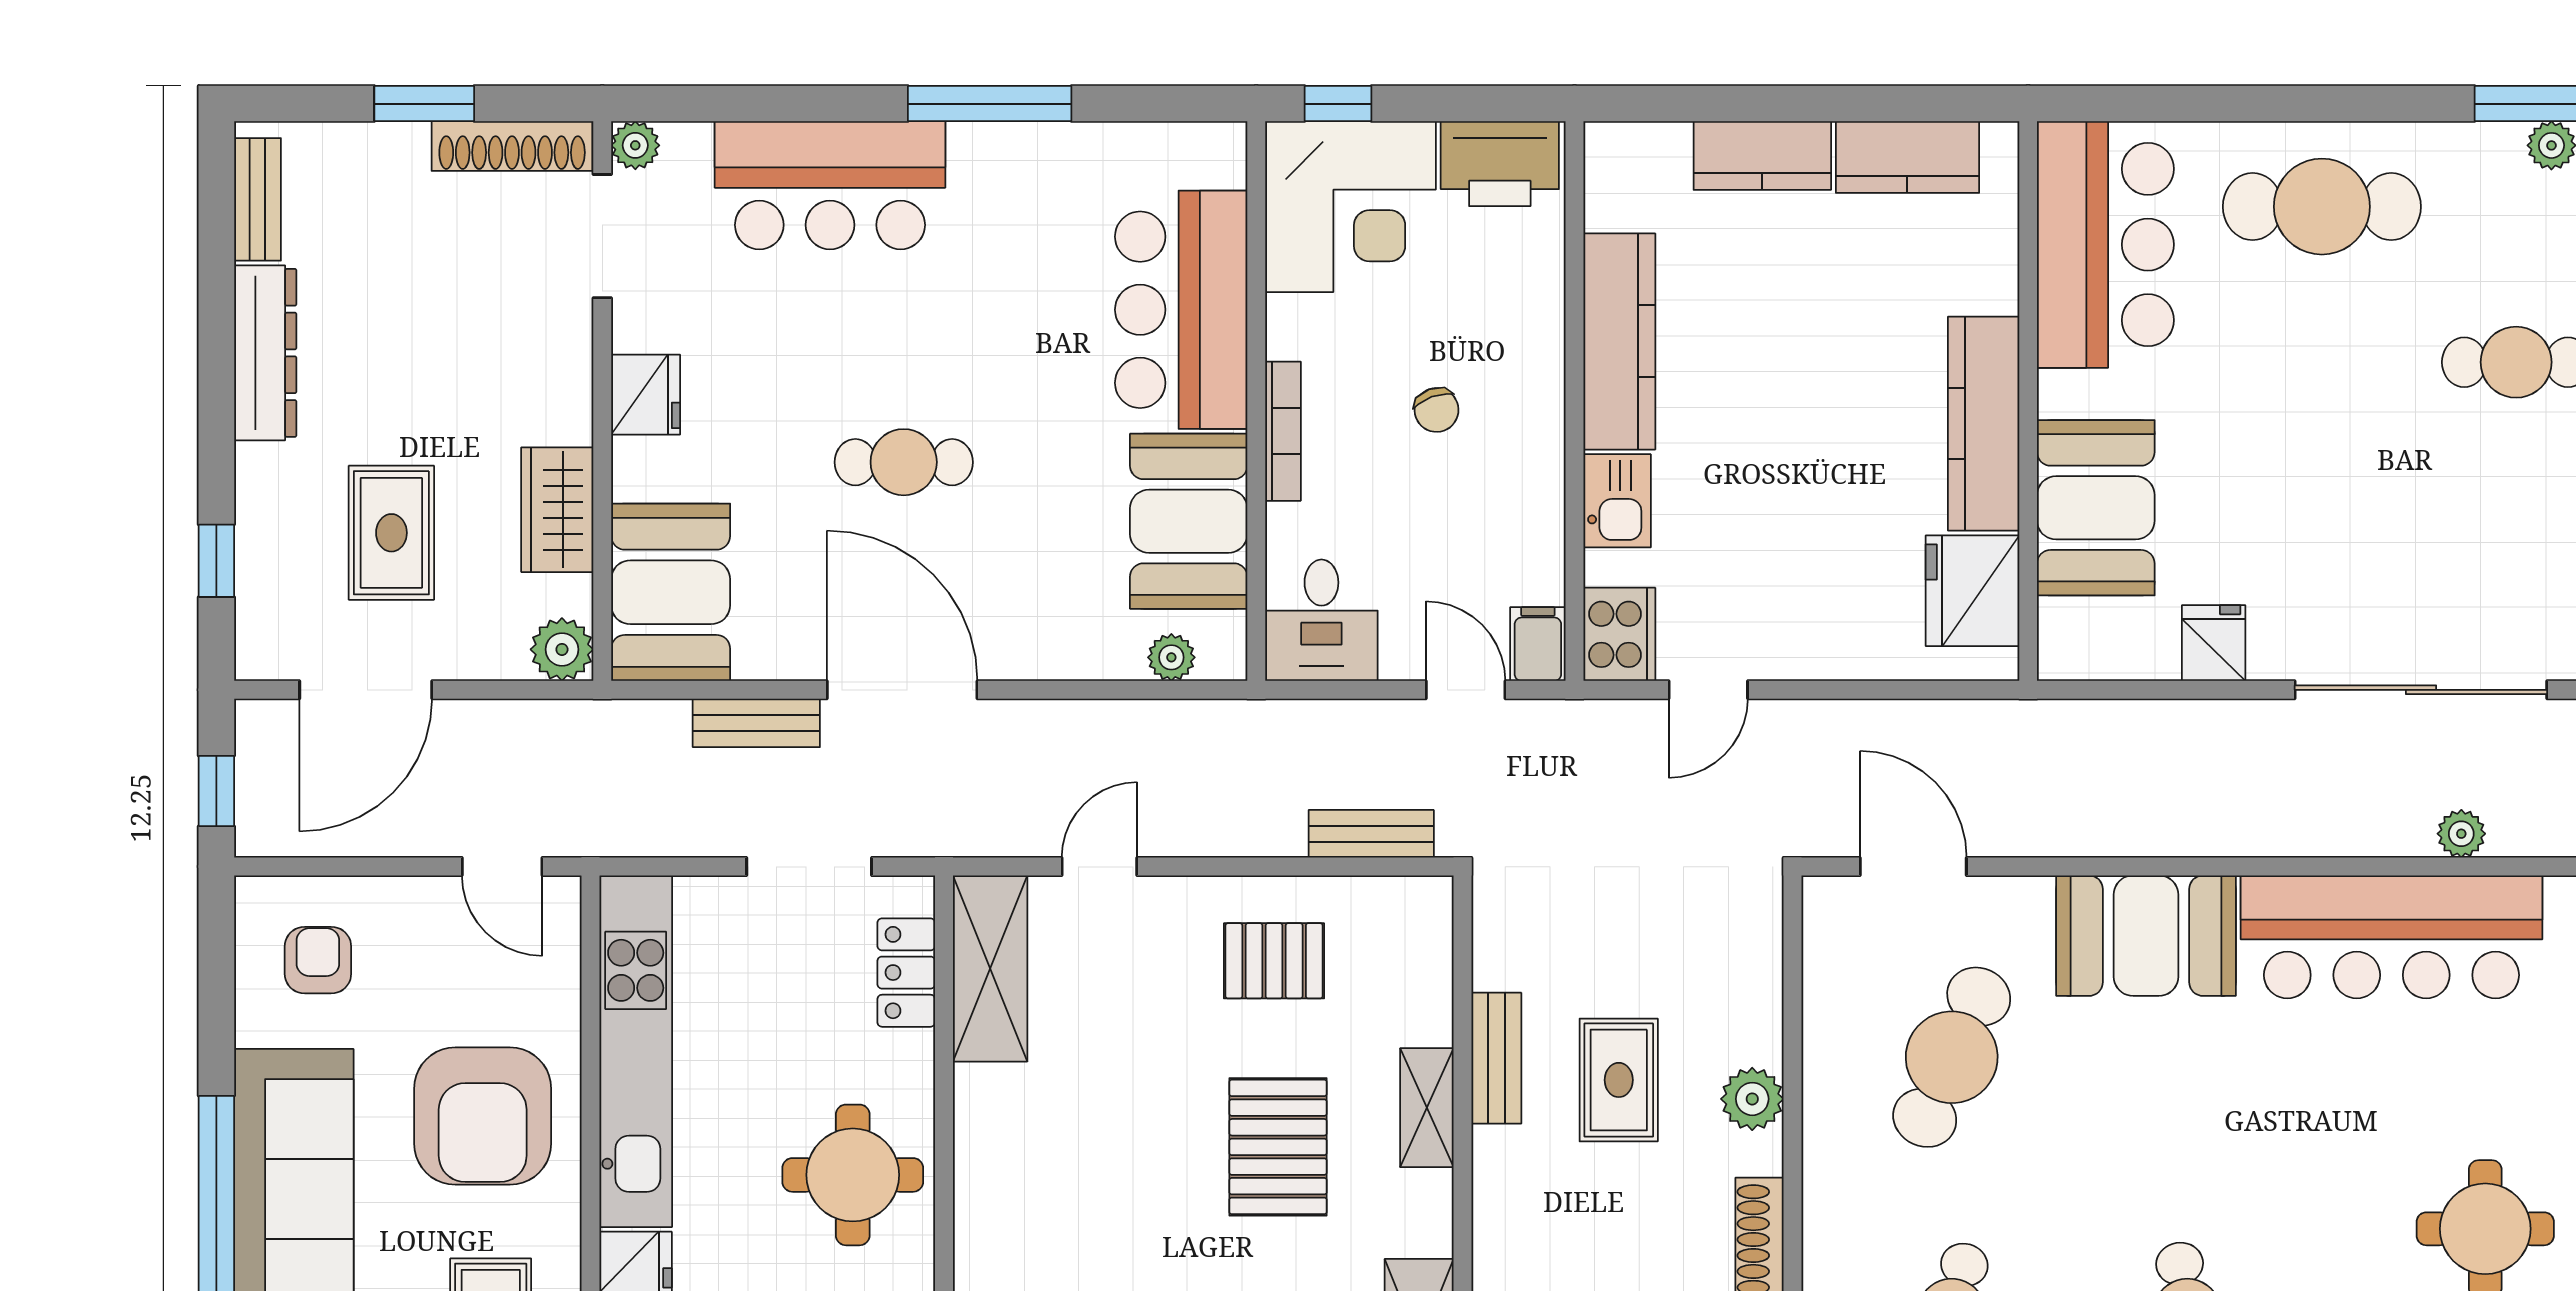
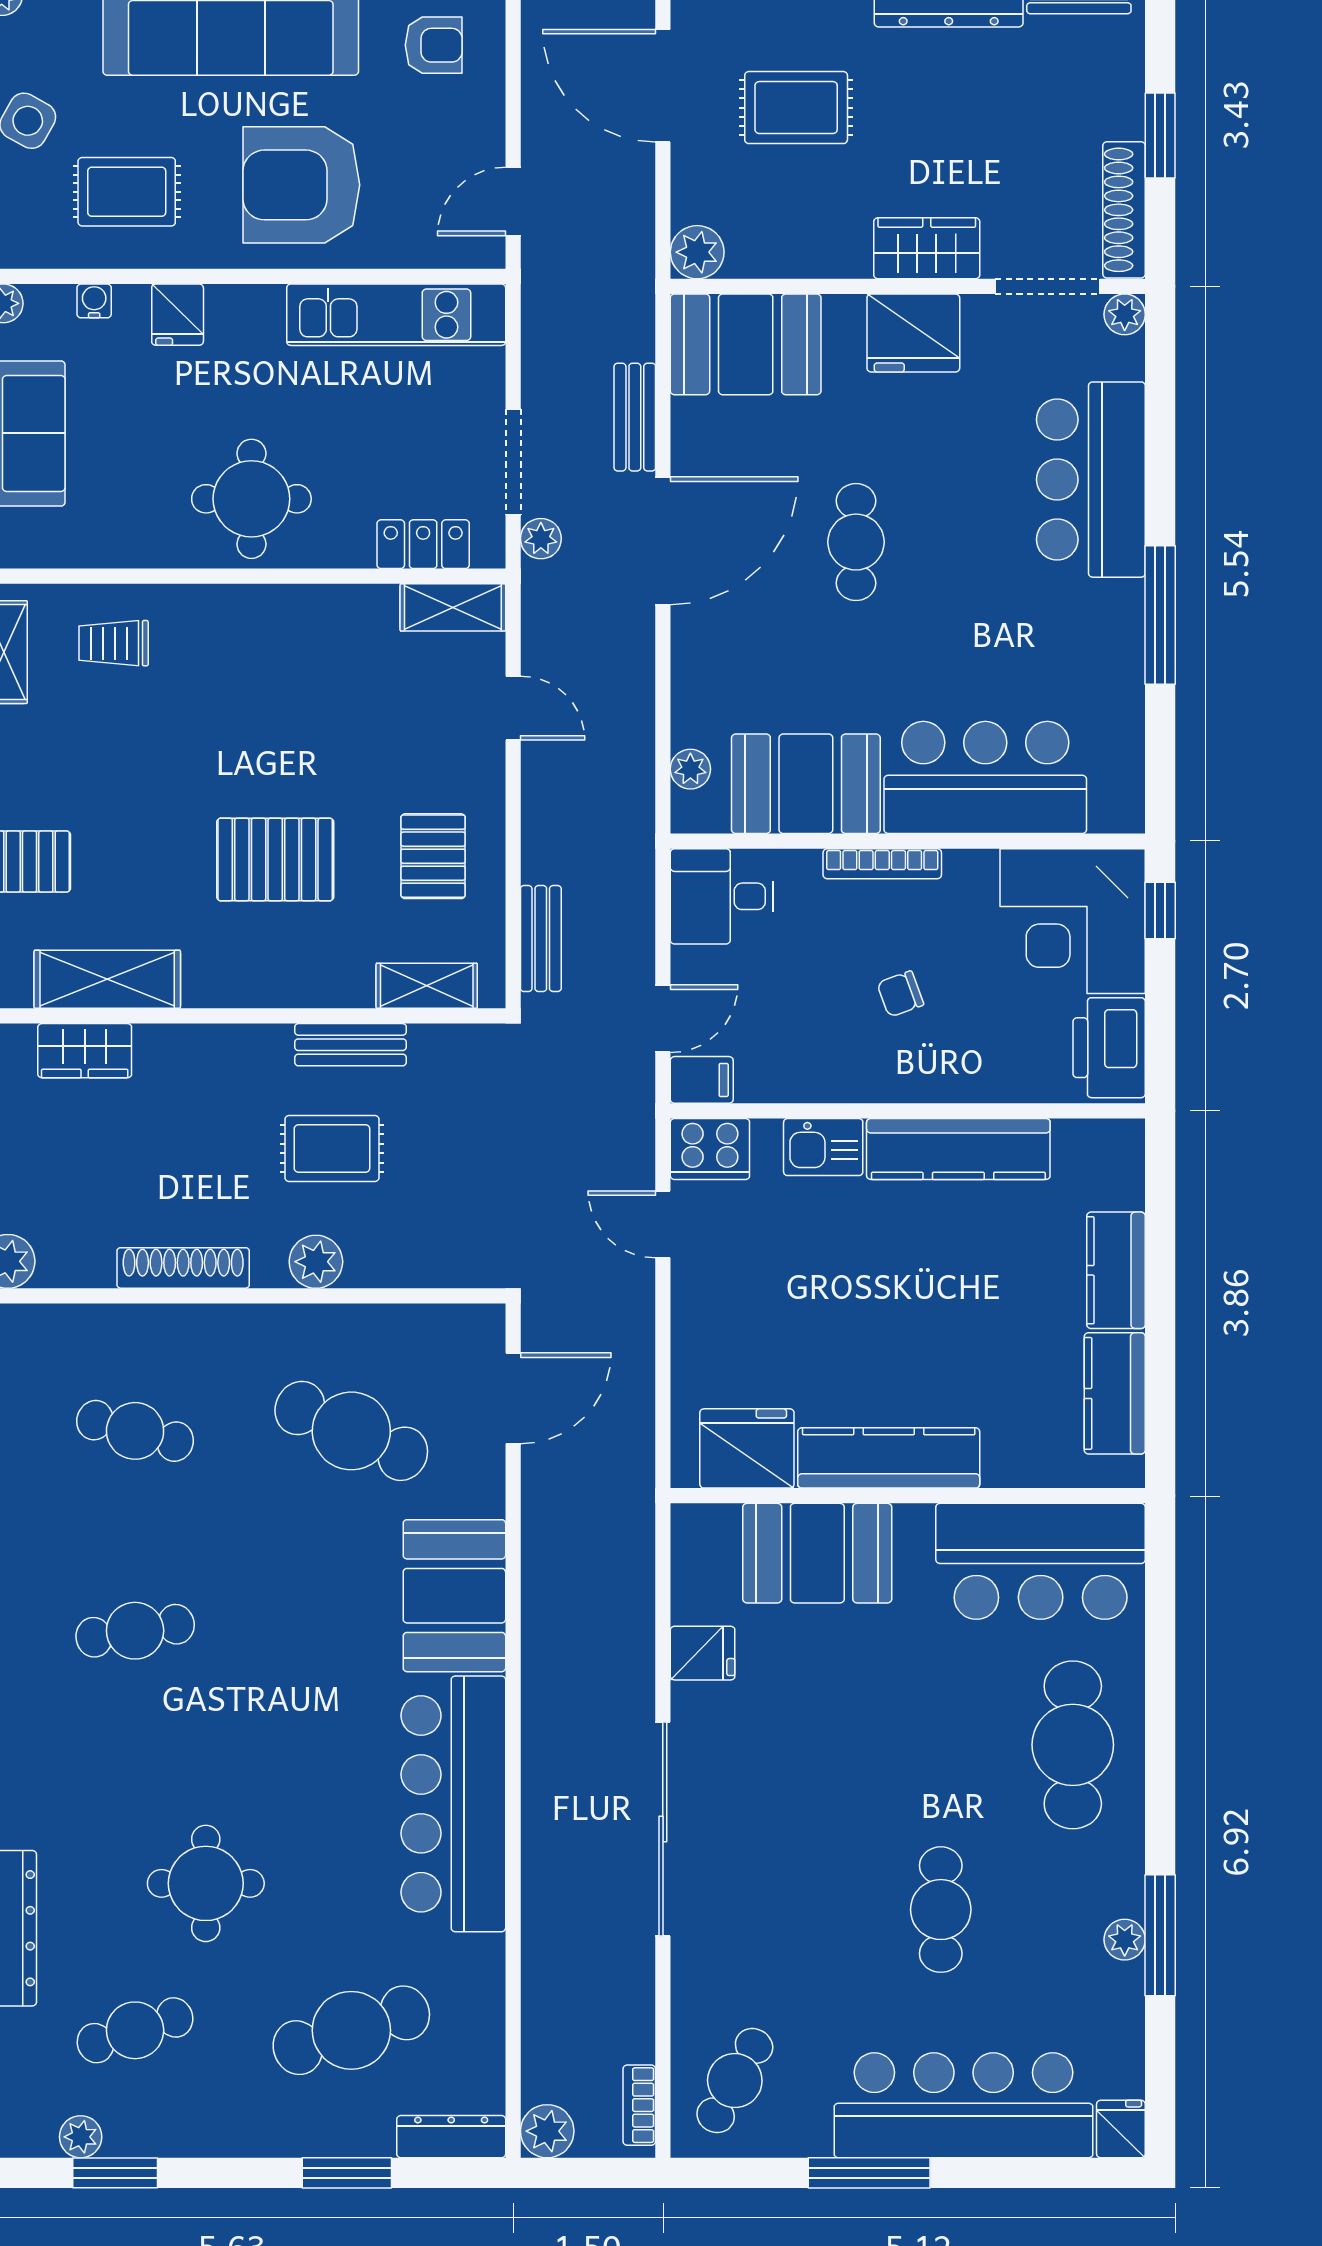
fridge: (646, 395) -> (913, 333), width x1.36, depth x1.34
wardrobe: (557, 510) -> (927, 248), moved
plant: (2461, 834) -> (541, 539), moved
shelving: (990, 968) -> (453, 607), width x0.67, depth x0.75
kitchen unit: (636, 1051) -> (396, 315), width x0.73
shelving: (1427, 1108) -> (427, 986), moved

